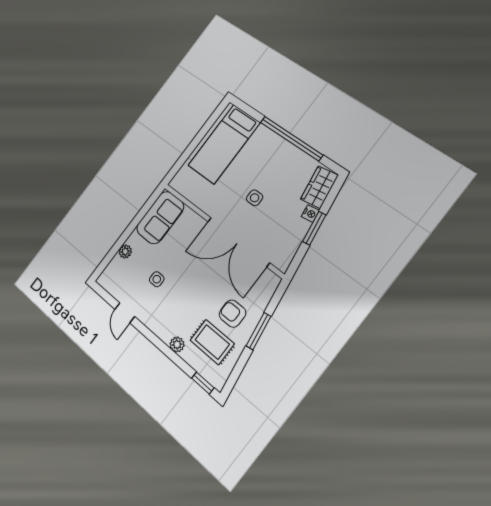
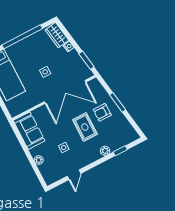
window: (314, 228) -> (86, 60), moved
door: (125, 313) -> (74, 175), hinge flipped
rug: (212, 342) -> (85, 127), moved, turned 90
window: (203, 383) -> (120, 151), moved

